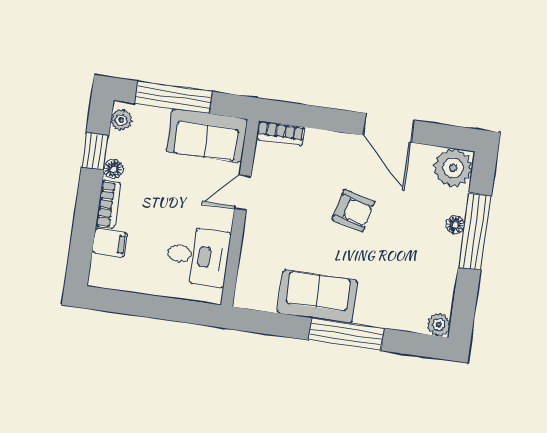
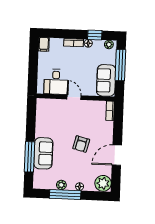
door: (243, 192) -> (74, 97), moved
window: (475, 232) -> (65, 194), moved
filing cabinet: (110, 243) -> (44, 44), moved
sofa: (317, 297) -> (43, 153), moved
plant: (439, 325) -> (61, 185), moved
window: (346, 334) -> (29, 157), moved

